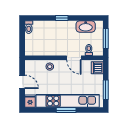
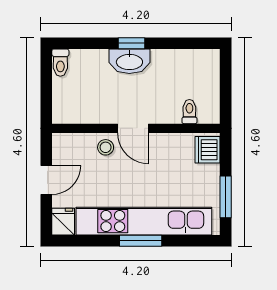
washbasin: (86, 27) -> (129, 61), moved
window: (106, 39) -> (226, 87), removed
door: (74, 58) -> (133, 128), moved
door: (22, 82) -> (46, 180), hinge flipped

